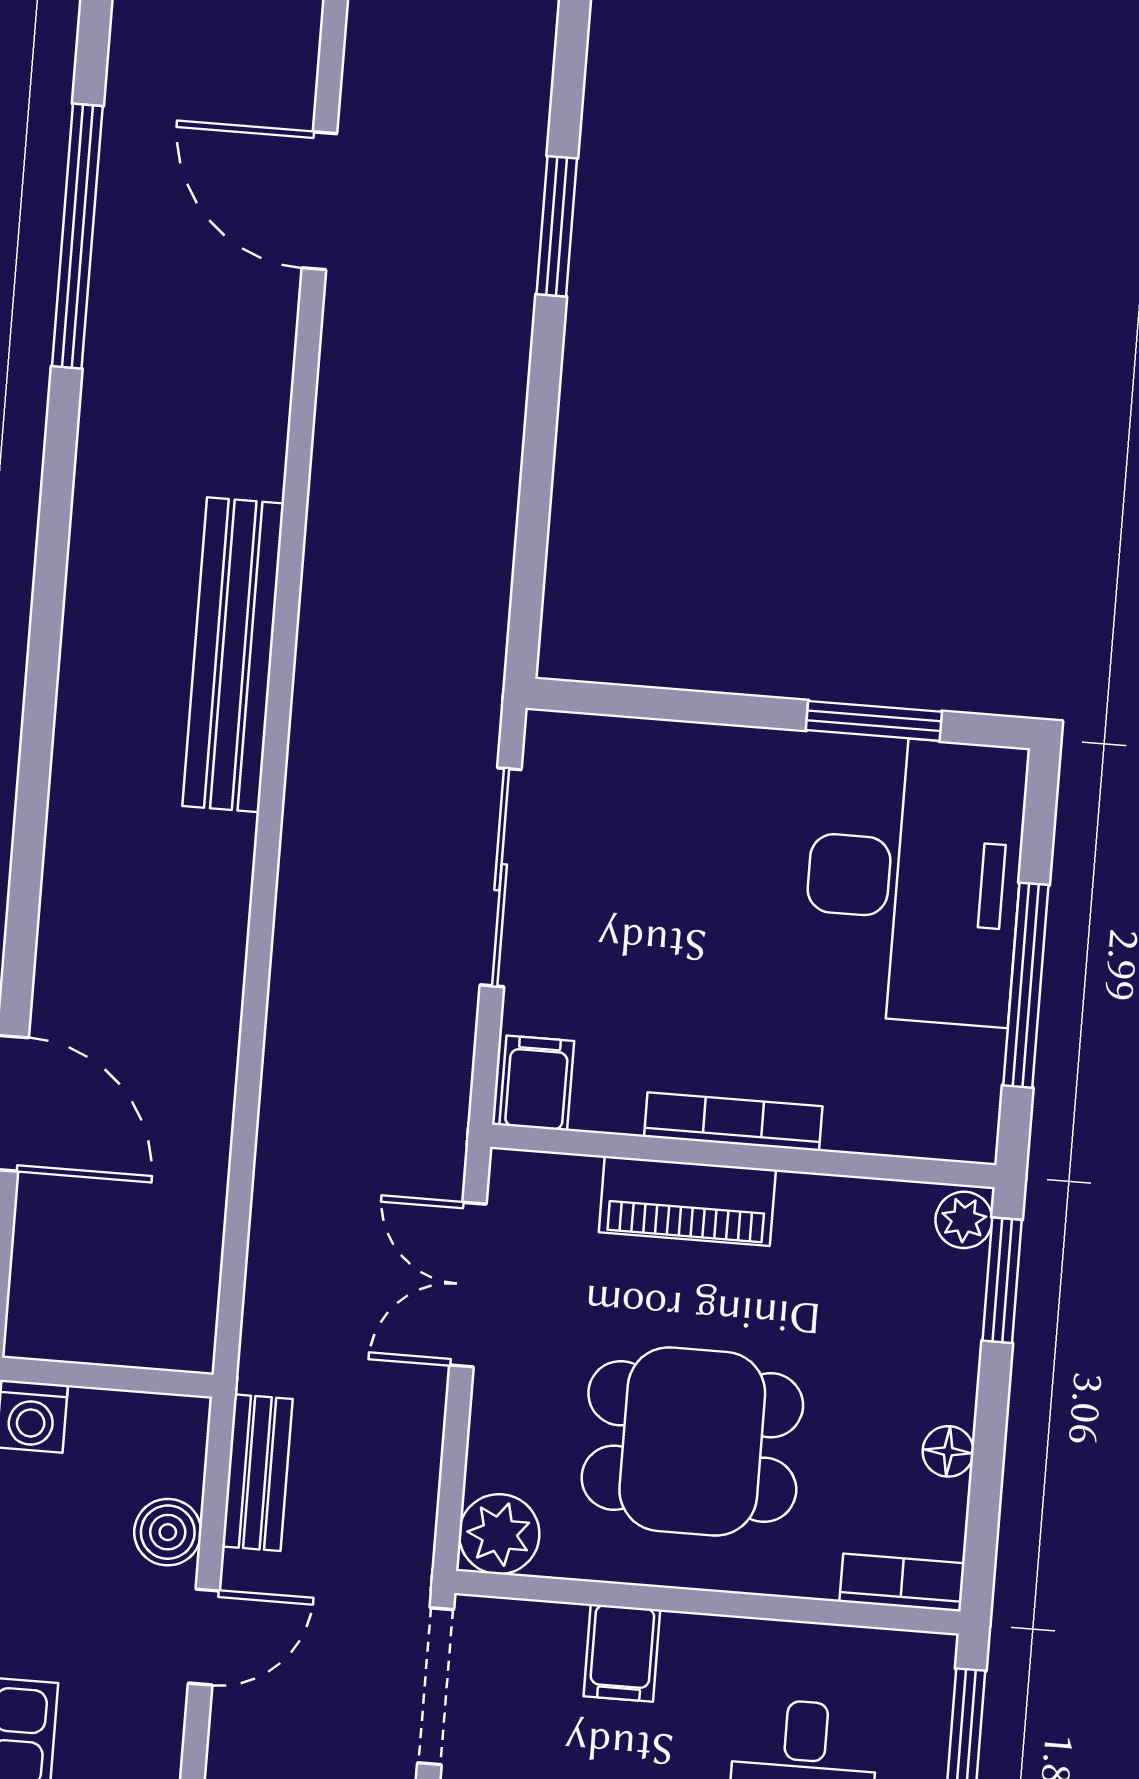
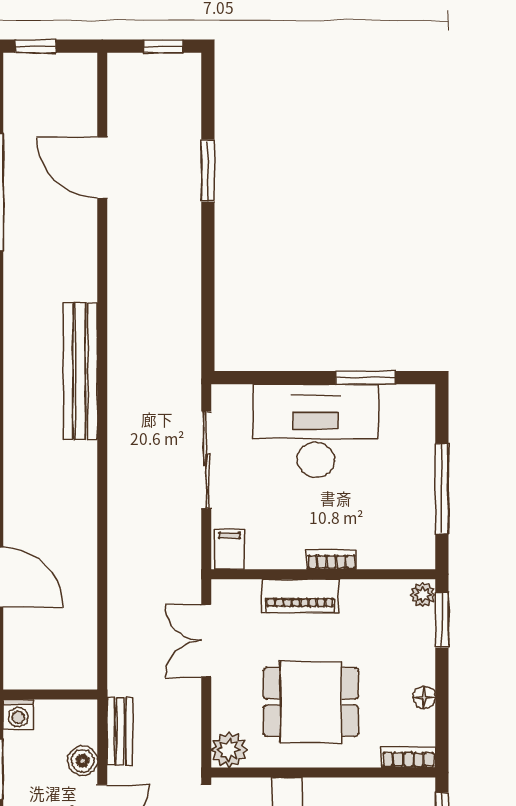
desk: (914, 880) -> (316, 431), moved, turned -90
bookcase: (733, 1122) -> (332, 559), width x0.64

